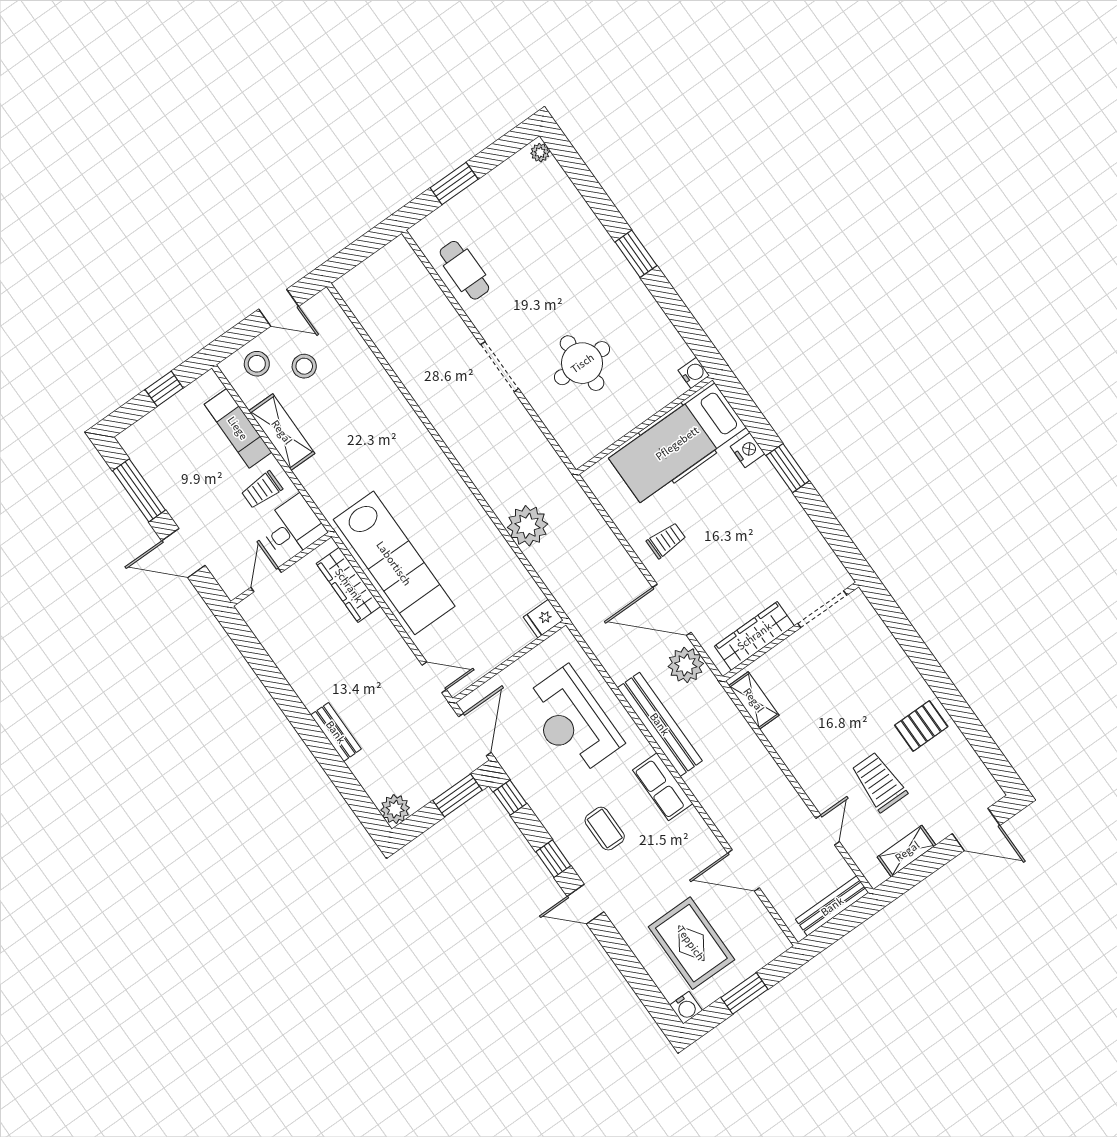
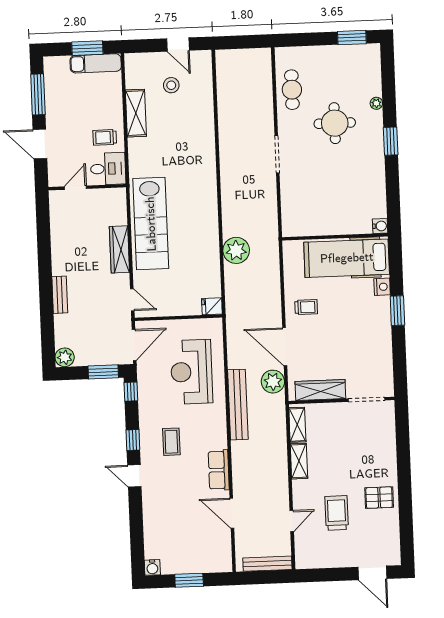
plant: (540, 153) -> (376, 103), moved
window: (454, 183) -> (352, 38), moved
round table: (582, 363) -> (335, 123), moved
stool: (257, 364) -> (146, 67), removed
window: (164, 389) -> (87, 48), width x1.50
exam couch: (238, 428) -> (96, 63), moved, turned -90
wardrobe: (349, 585) -> (119, 249), moved
row of seats: (663, 787) -> (219, 470), moved
shelving: (907, 851) -> (299, 461), moved, turned 90
rug: (691, 943) -> (178, 534), removed

